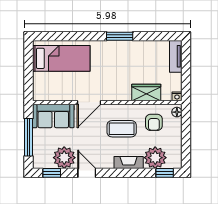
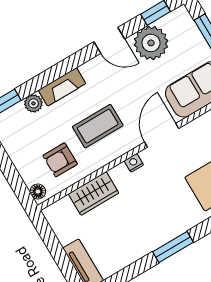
nightstand: (177, 96) -> (134, 163), moved
armchair: (154, 122) -> (60, 160), turned -90
plant: (155, 158) -> (33, 103), width x0.53, depth x0.53

